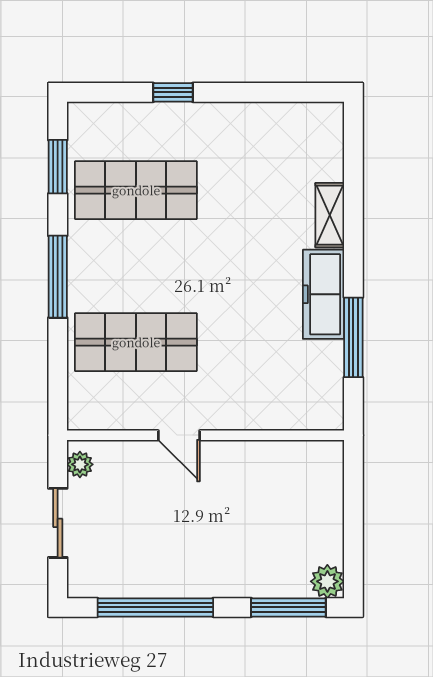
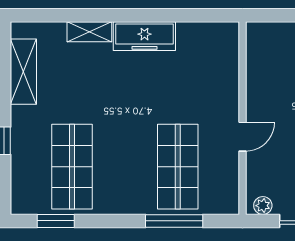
shelving: (272, 120) -> (23, 72), added
window: (58, 277) -> (174, 221), moved
window: (353, 337) -> (174, 15), removed

